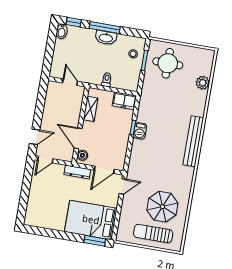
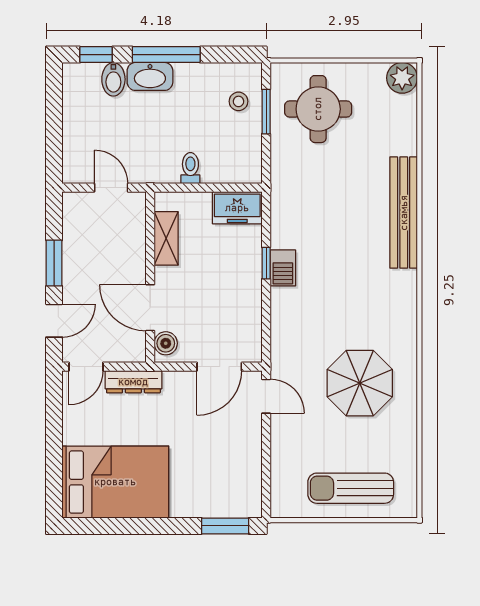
bidet: (62, 31) -> (113, 79), moved
washbasin: (106, 38) -> (150, 76), moved
plant: (203, 83) -> (402, 78), moved
window: (39, 111) -> (54, 263), added
bench: (193, 141) -> (404, 213), moved
dresser: (77, 172) -> (133, 382), moved
door: (123, 186) -> (266, 396), hinge flipped
parasol: (162, 207) -> (360, 383), moved
bed: (91, 220) -> (115, 482), moved, turned 180

